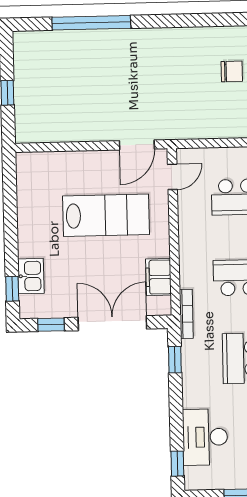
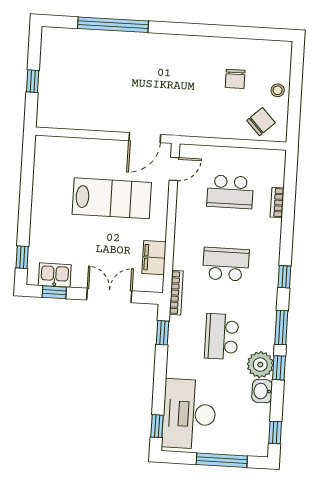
chair: (232, 71) -> (235, 79), turned 90
kitchen sink: (31, 276) -> (55, 275), moved, turned -90
double door: (112, 323) -> (109, 295), width x0.73
desk: (205, 437) -> (189, 414), width x1.36, depth x1.30

